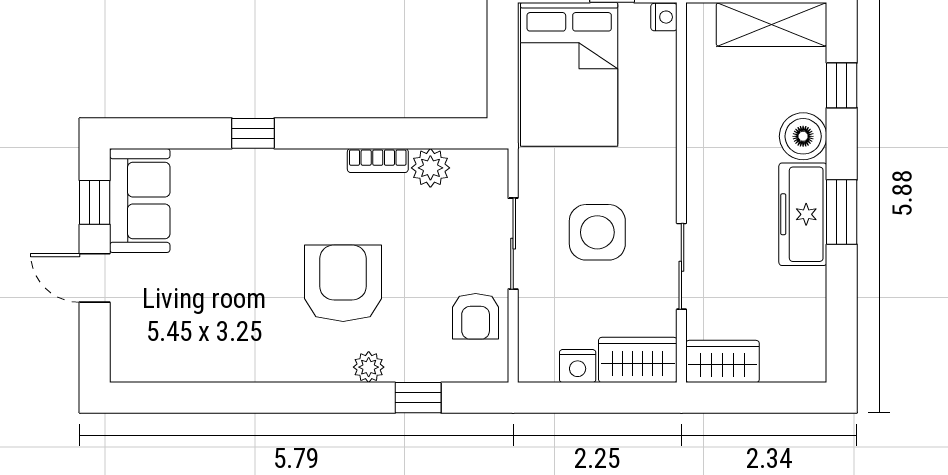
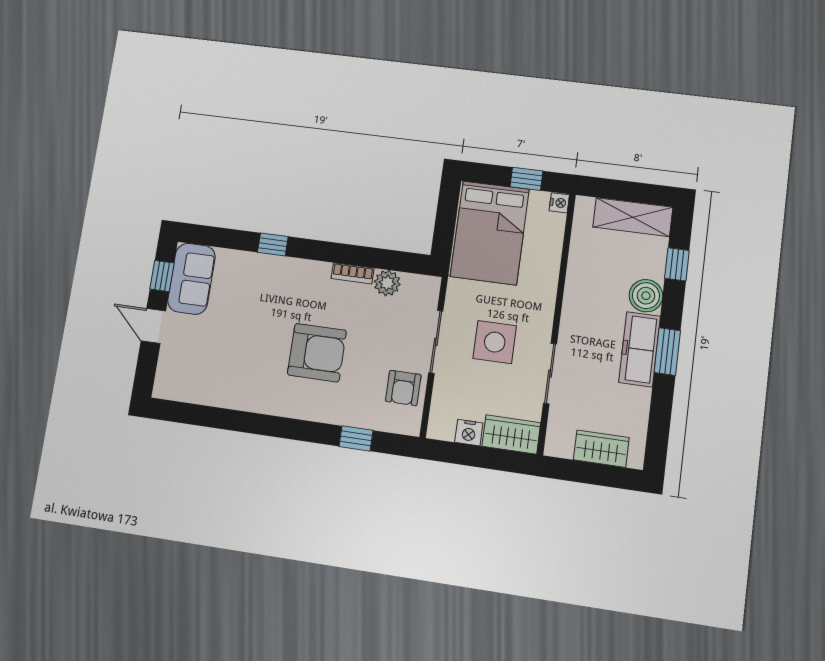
armchair: (343, 283) -> (317, 353), turned 90
wardrobe: (723, 361) -> (601, 449), moved
plant: (369, 367) -> (325, 412), removed

